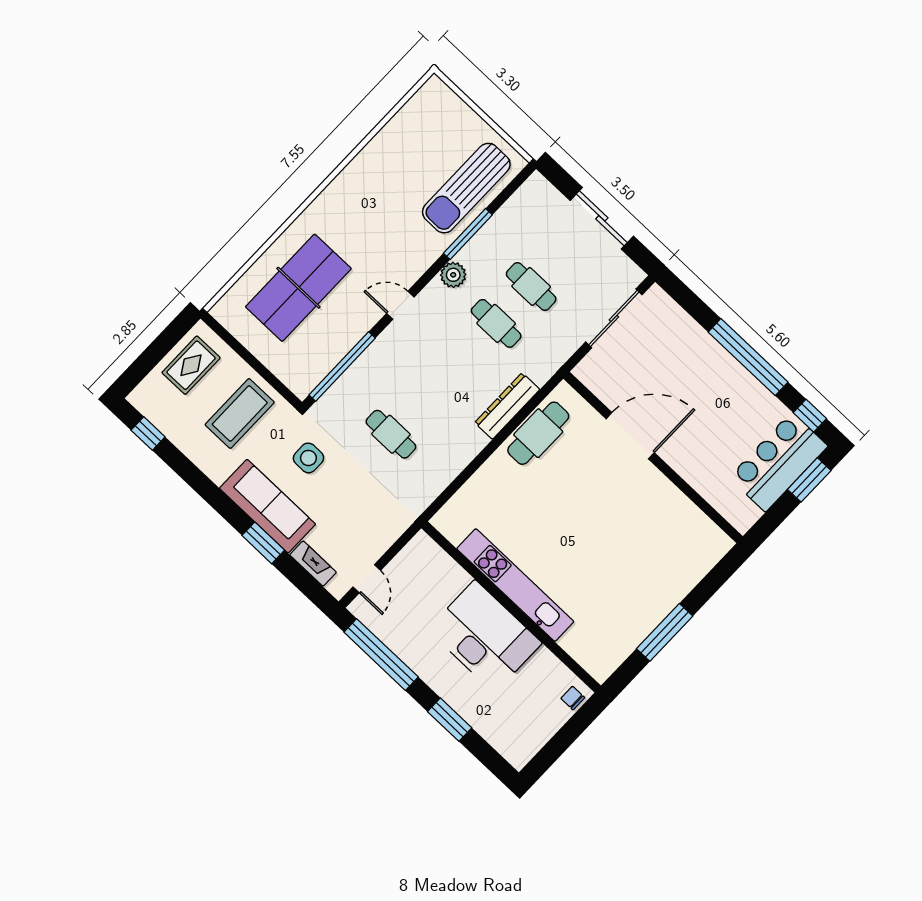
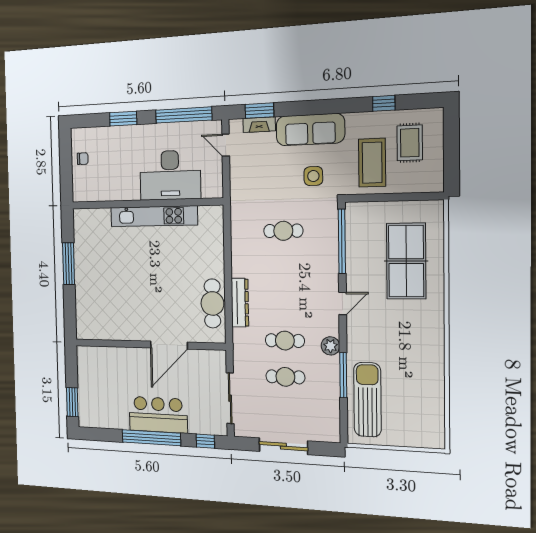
rug: (191, 365) -> (410, 143), moved
window: (810, 416) -> (205, 441), moved
window: (148, 434) -> (384, 103), moved
bar counter: (778, 462) -> (158, 415), moved, turned -90
window: (263, 543) -> (259, 111), moved
desk: (485, 636) -> (170, 175), moved
chair: (573, 698) -> (83, 159), moved

